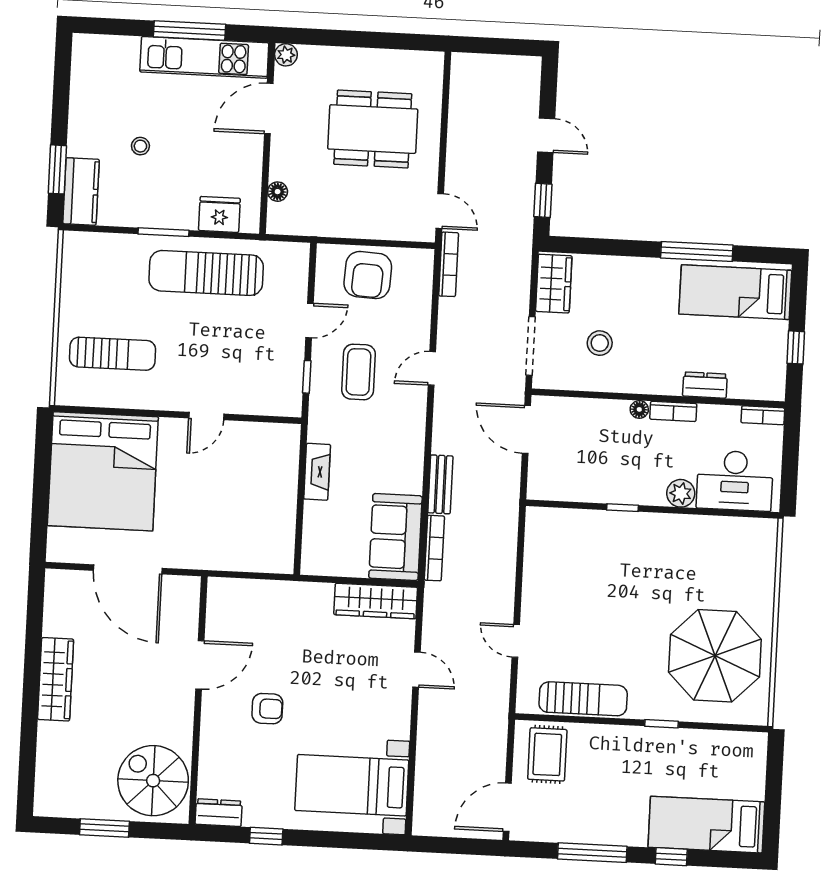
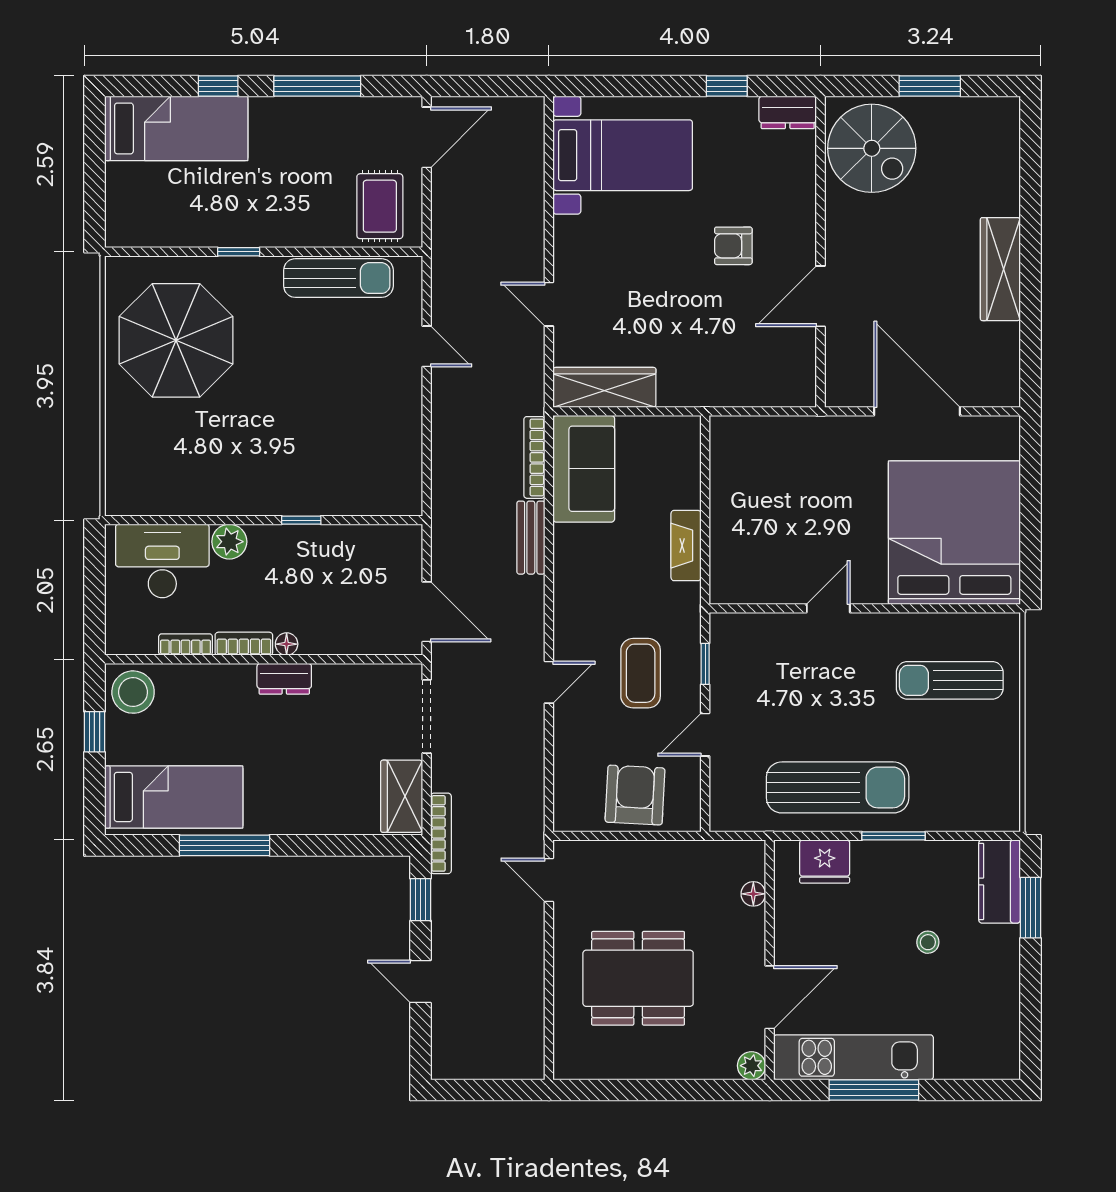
bookcase: (449, 264) -> (441, 833), moved, turned 180
stool: (600, 343) -> (133, 692), moved, width x1.38, depth x1.38
dresser: (705, 385) -> (284, 679), moved
bookcase: (763, 415) -> (186, 645), moved
sun lounger: (583, 699) -> (338, 278), turned 180

